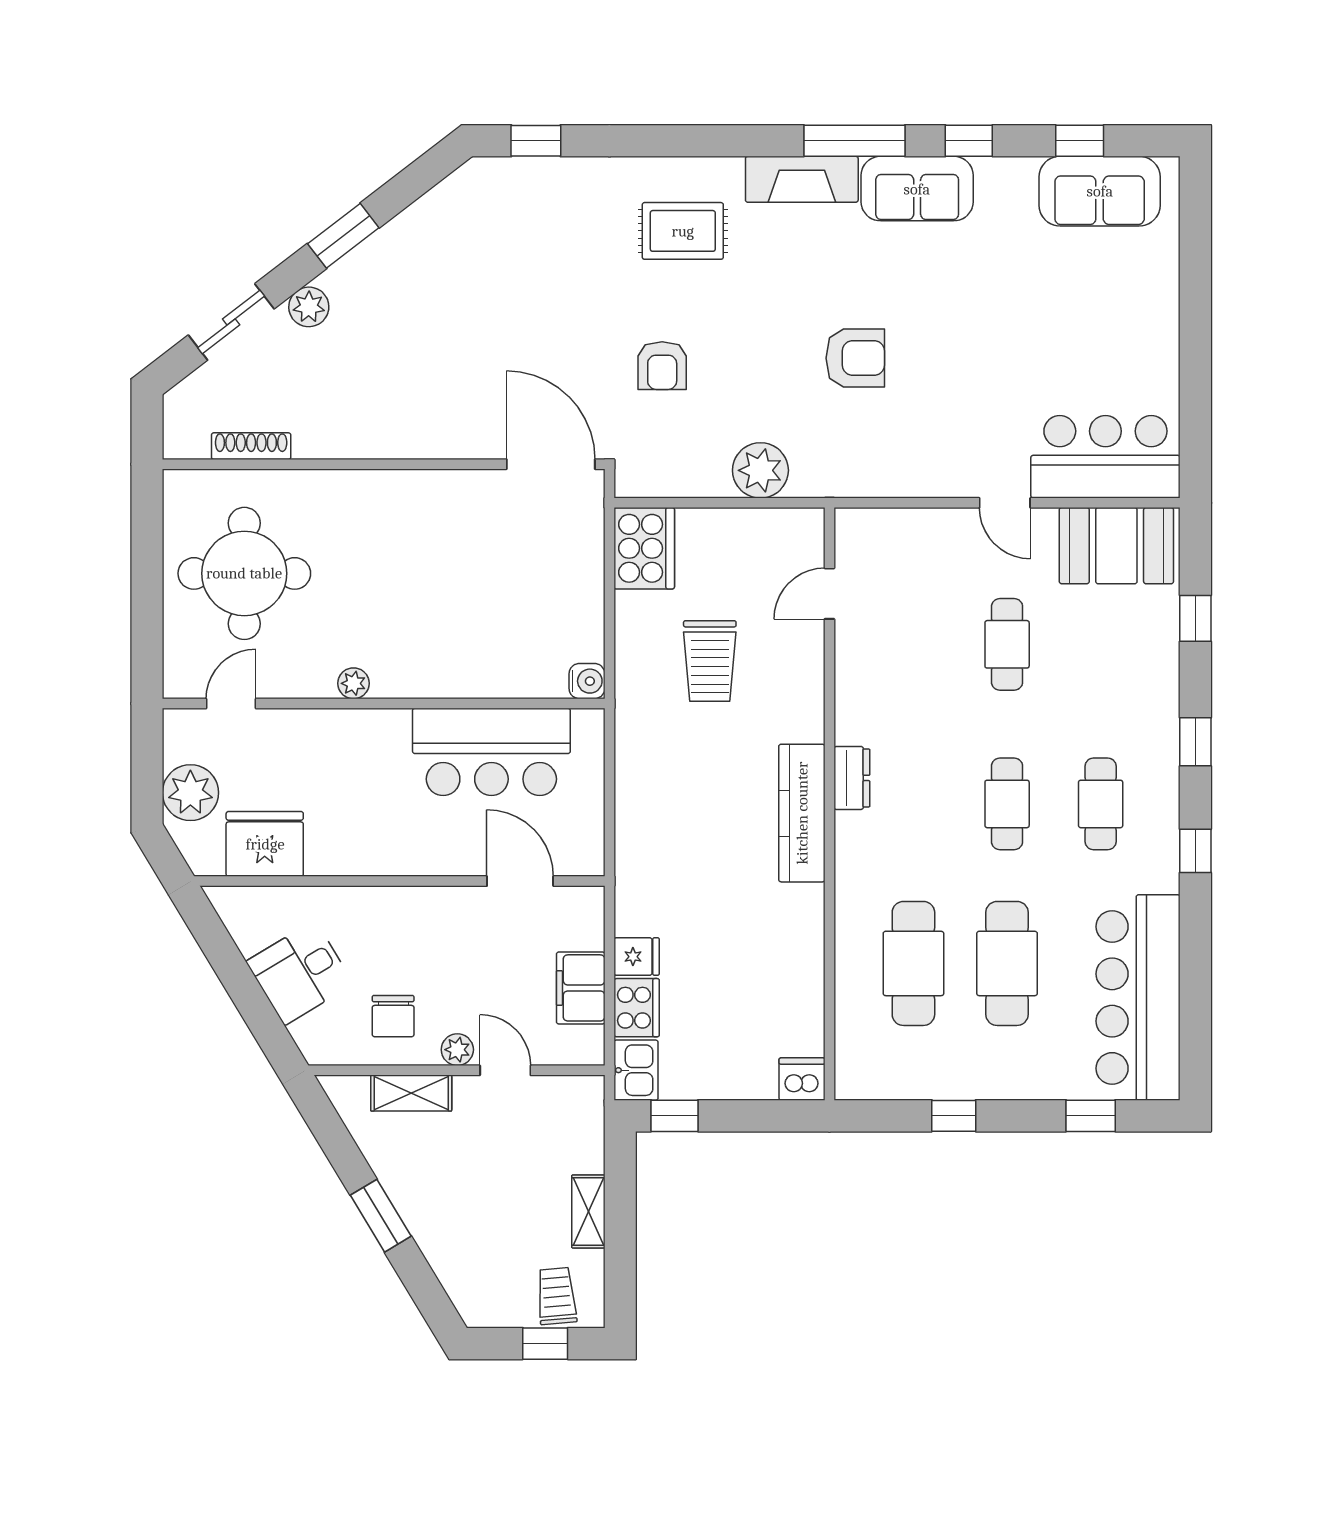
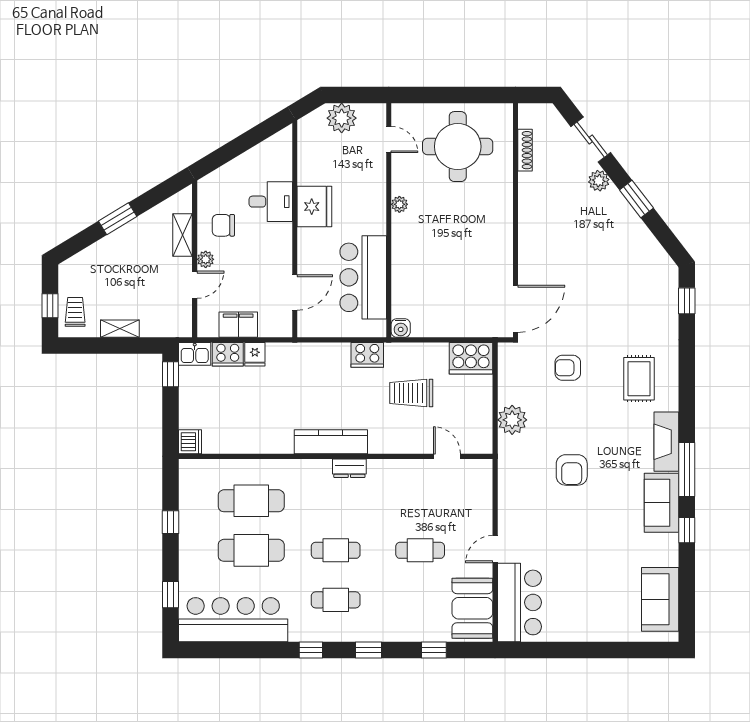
window: (1080, 141) -> (687, 589), removed
cooker: (638, 744) -> (367, 355), added
fridge: (265, 844) -> (314, 207), moved
desk: (300, 973) -> (271, 202), moved, turned 121
trolley: (557, 1296) -> (75, 312), turned -85

